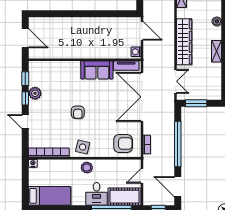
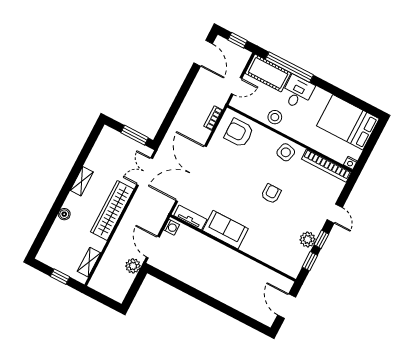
plant: (149, 10) -> (133, 266), added
double door: (142, 97) -> (191, 174), swing flipped
window: (178, 144) -> (178, 101), removed
stool: (87, 168) -> (275, 117), moved
bed: (50, 196) -> (348, 122), width x1.50

